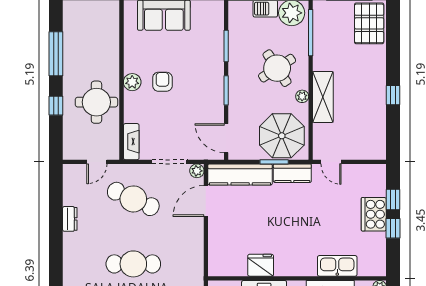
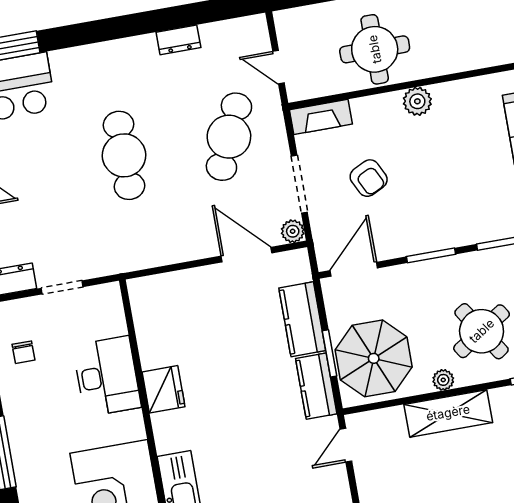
armchair: (162, 82) -> (369, 178), moved, turned 64
kitchen counter: (240, 175) -> (302, 319), width x0.67
fridge: (261, 265) -> (163, 389), moved

